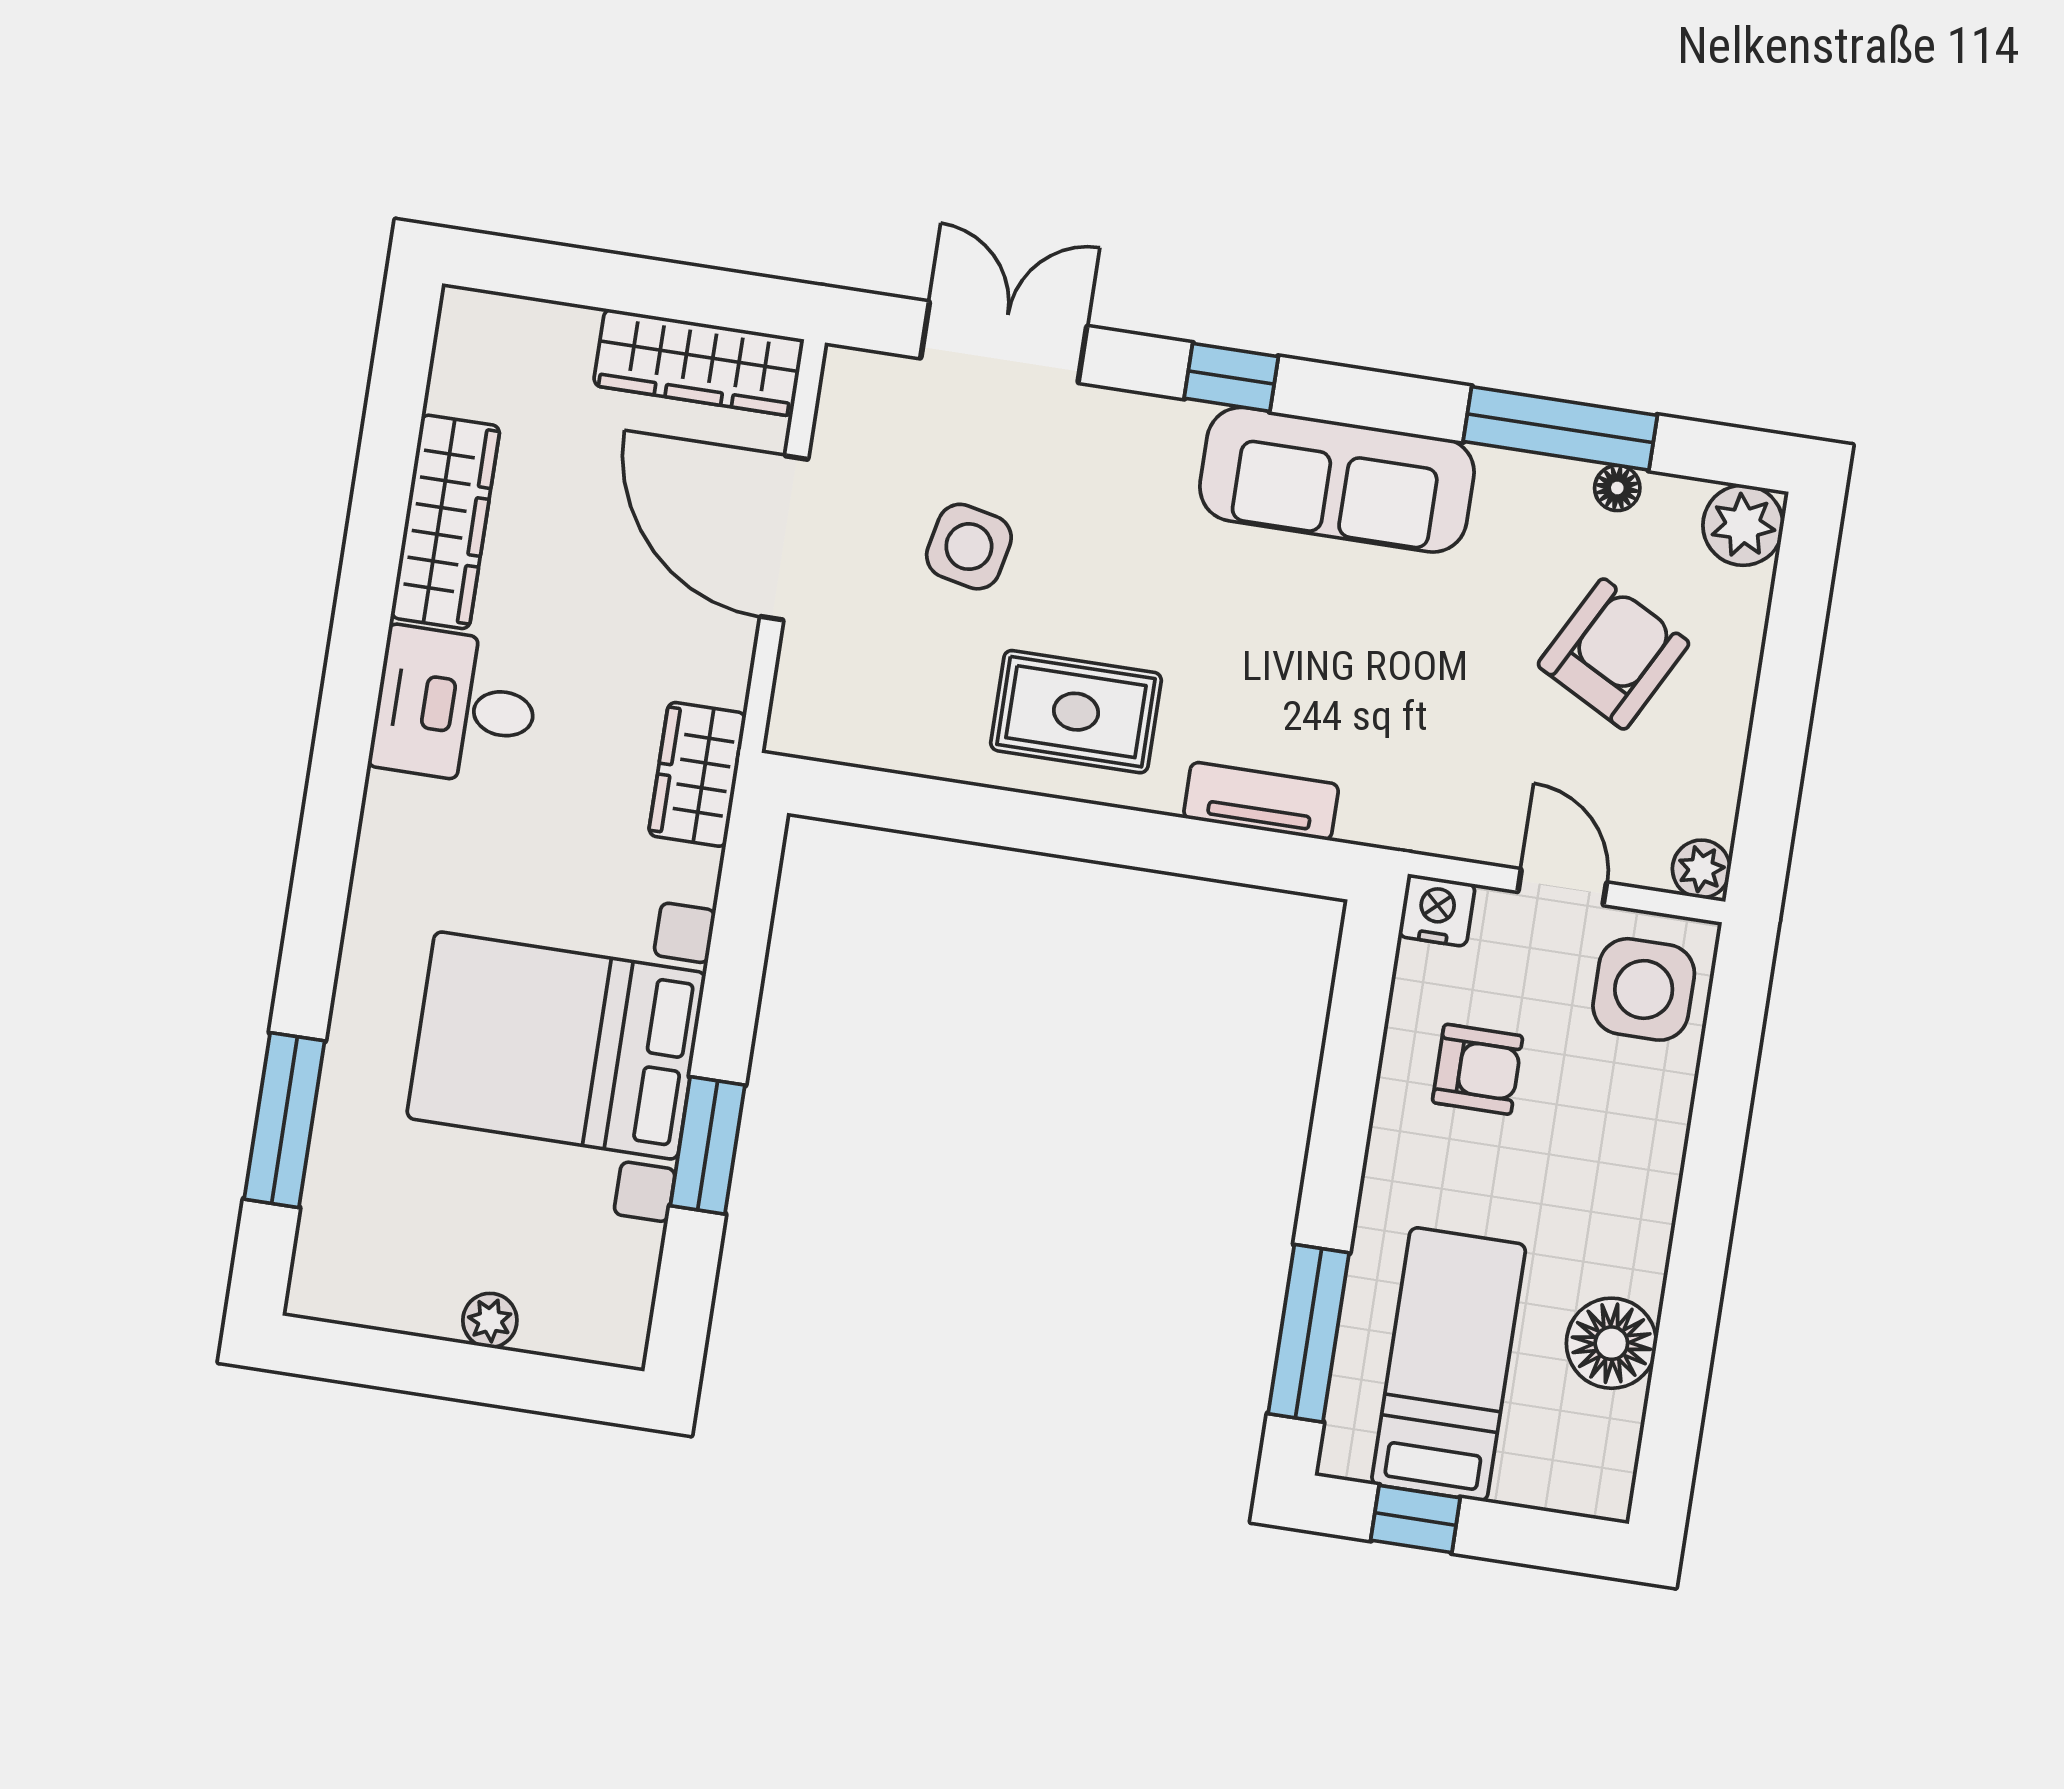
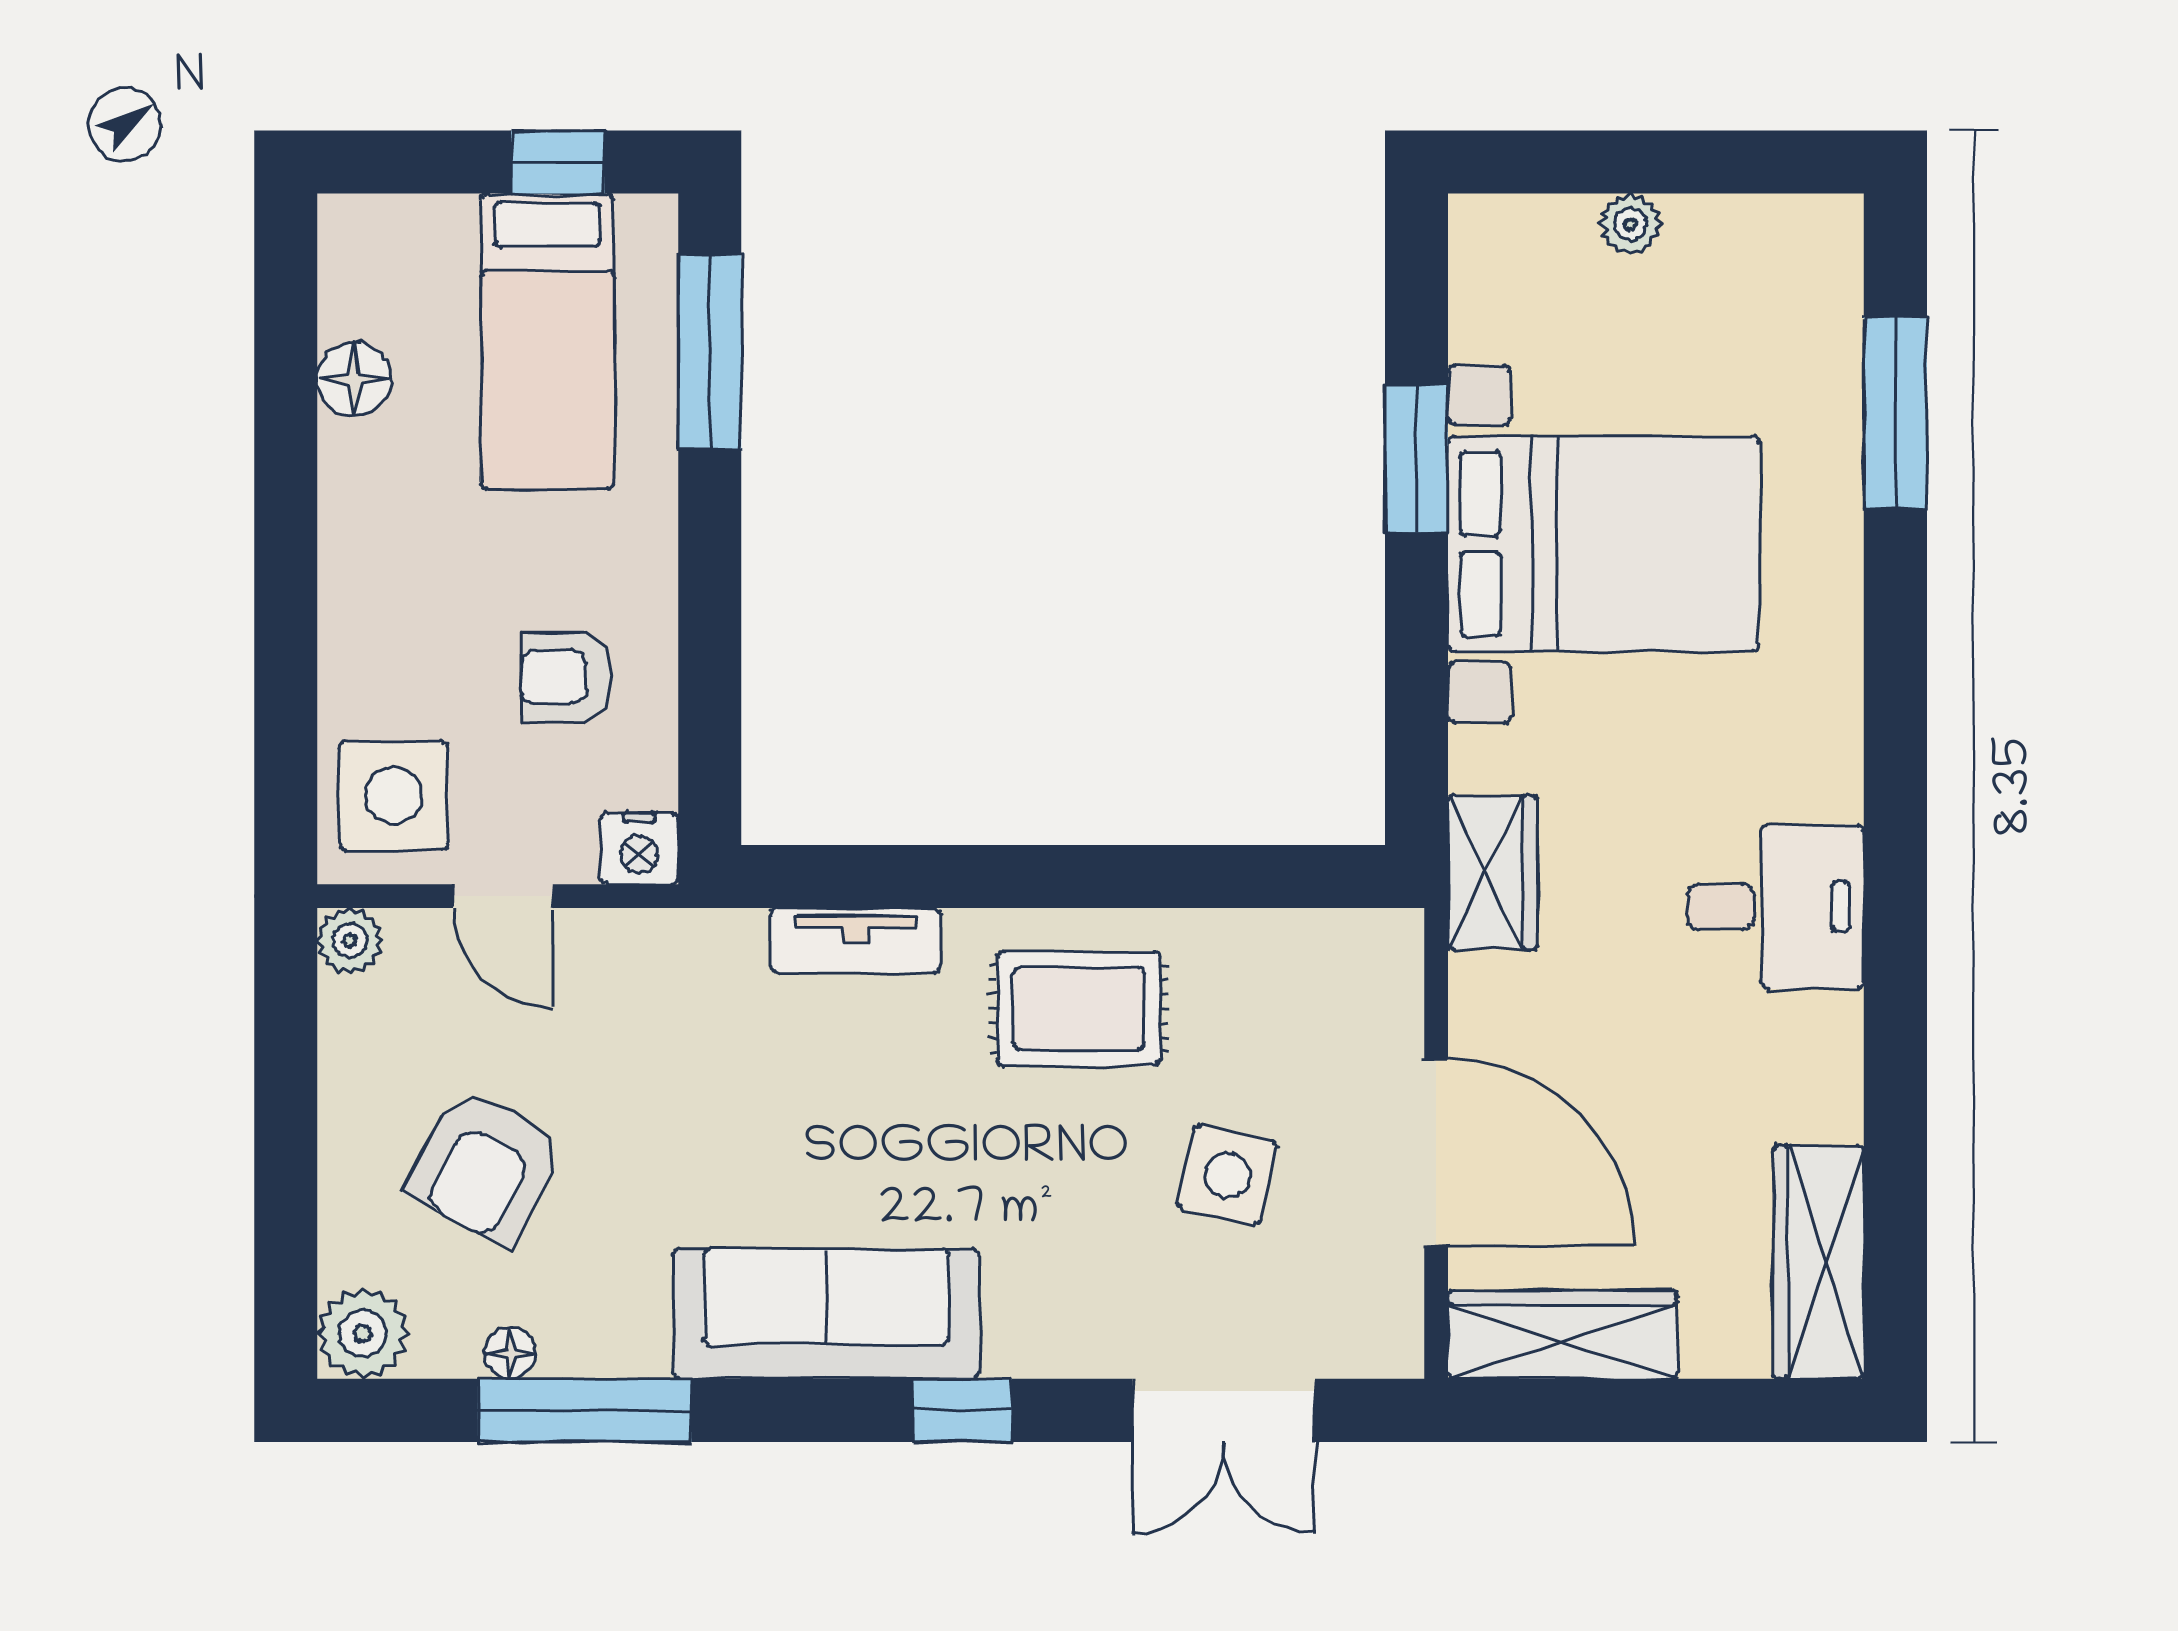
wardrobe: (445, 522) -> (1819, 1262), moved
floor lamp: (1611, 1343) -> (354, 379), width x0.73, depth x0.73

